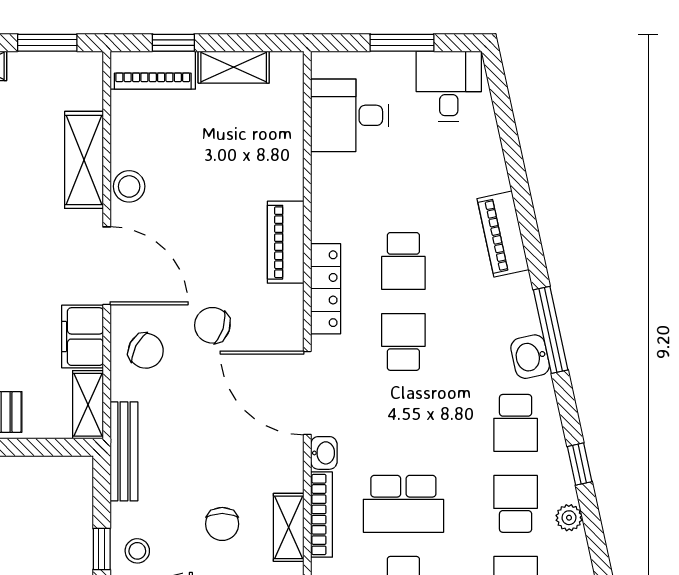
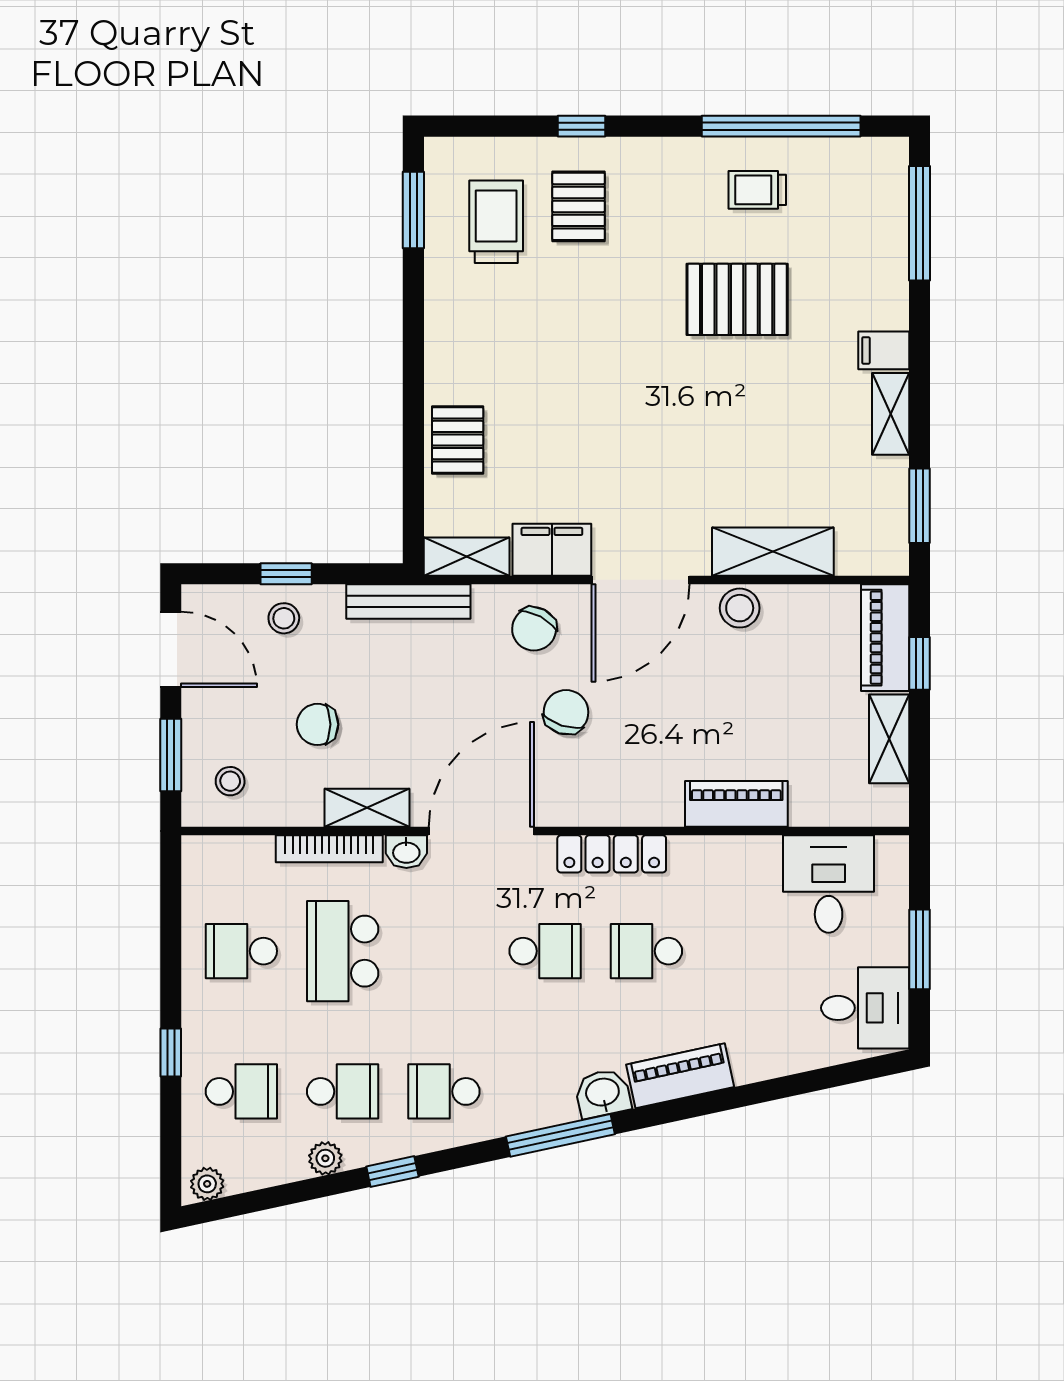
piano: (286, 242) -> (736, 804), moved
washbasin: (530, 357) -> (603, 1093), moved
shelving: (289, 527) -> (367, 808), moved

